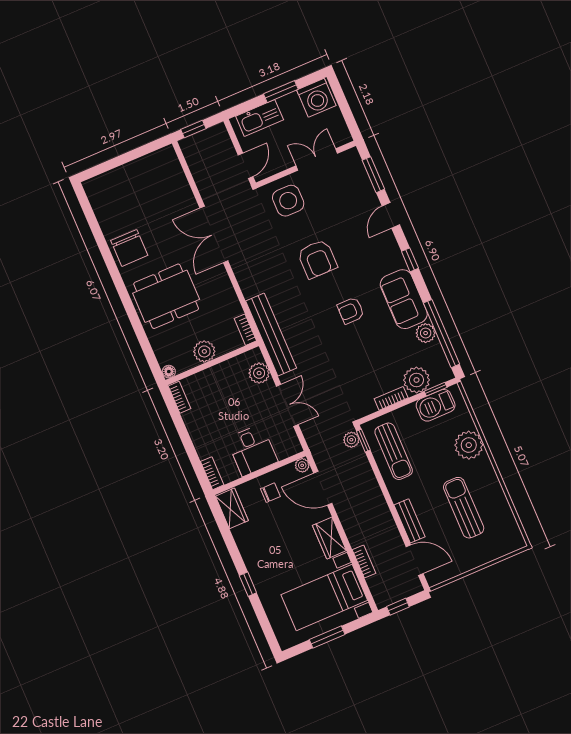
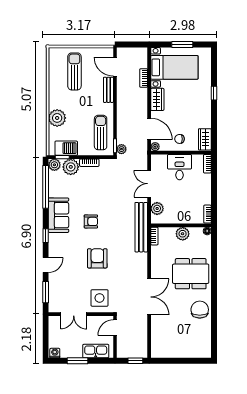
washing machine: (316, 98) -> (55, 353), width x0.53, depth x0.53
plant: (426, 333) -> (54, 165), moved
sun lounger: (464, 508) -> (74, 71), moved, turned 180
window: (398, 607) -> (135, 45), removed

